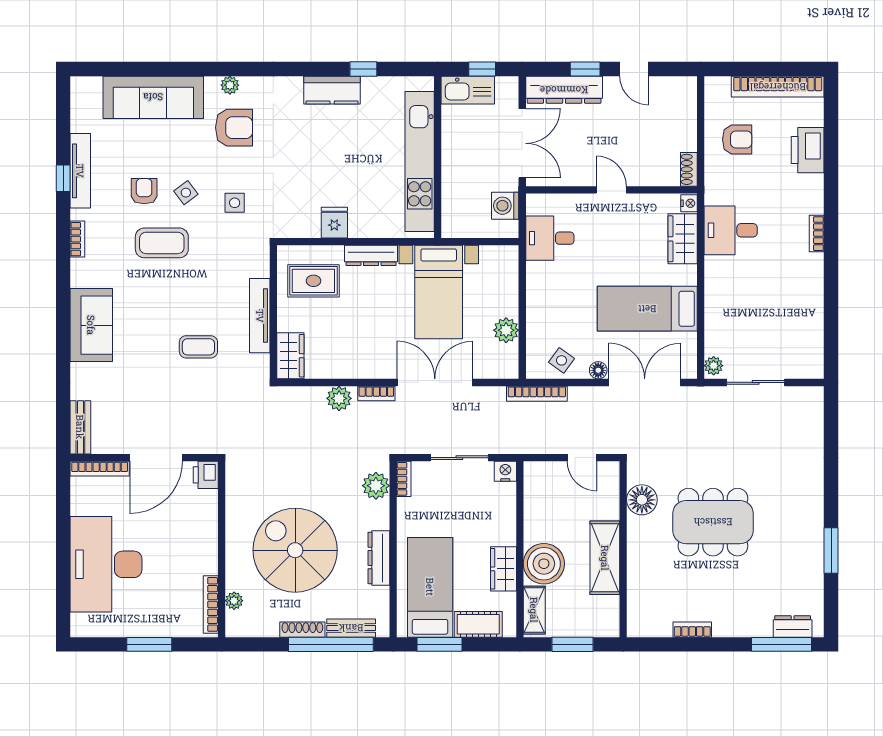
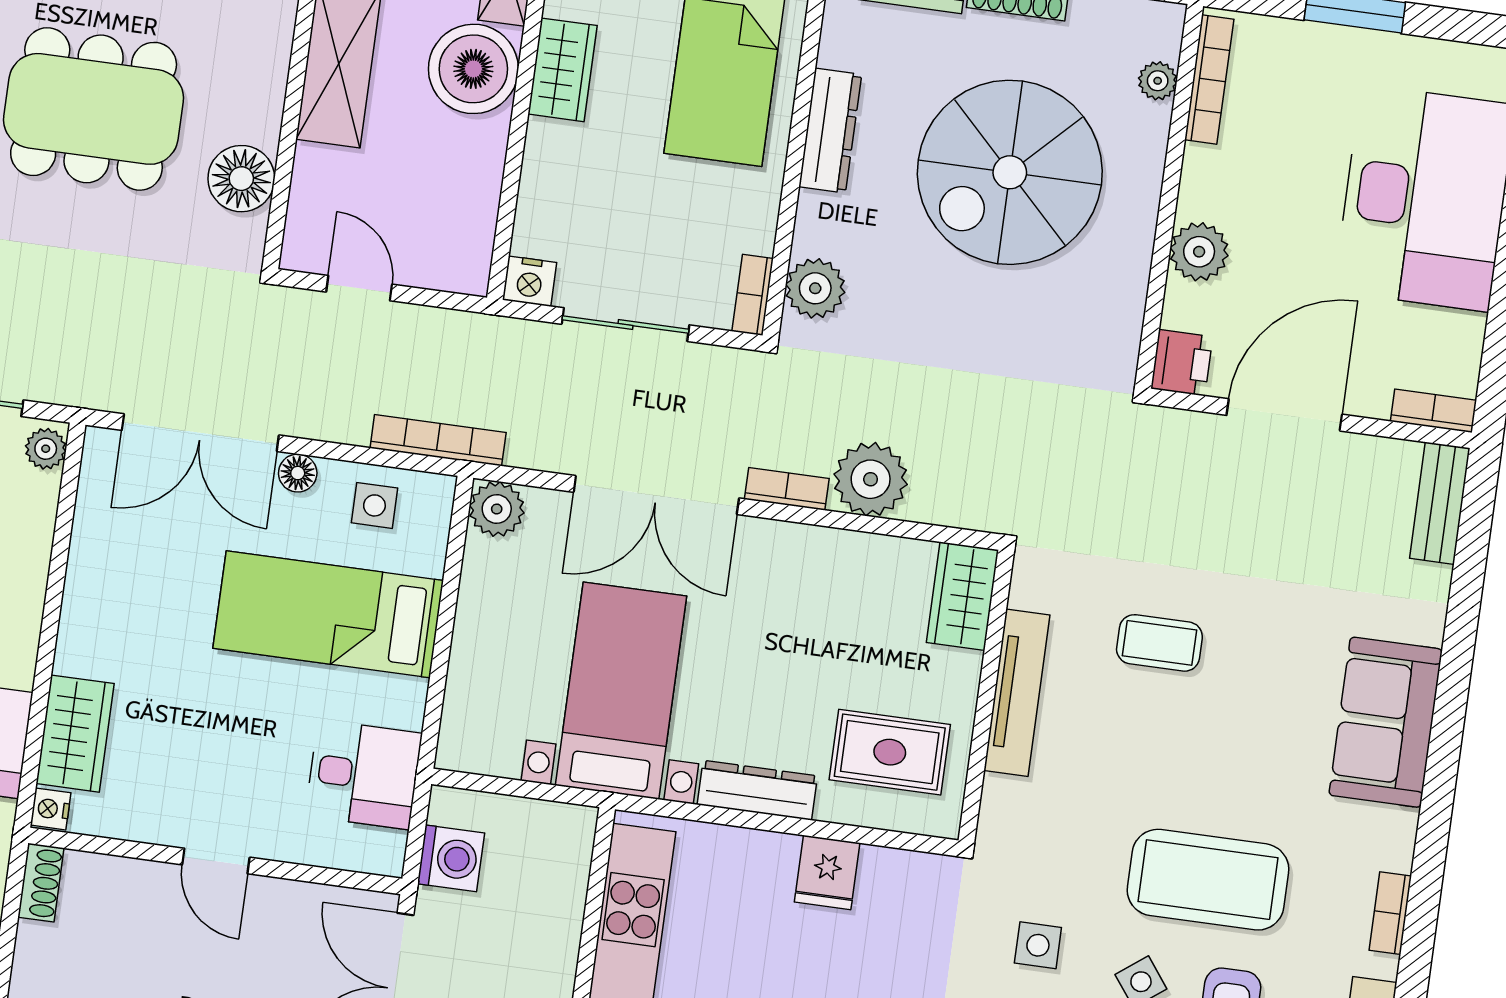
coffee table: (162, 243) -> (1208, 880), width x1.36, depth x1.32
bed: (647, 309) -> (328, 614), moved, turned 180
plant: (506, 330) -> (497, 509), moved
side table: (562, 360) -> (374, 505), turned -36
plant: (339, 398) -> (871, 479), width x1.36, depth x1.36
bookcase: (100, 469) -> (1433, 411), width x0.64
plant: (205, 526) -> (1199, 252), added
spiral stairs: (295, 550) -> (1010, 172), turned 90

